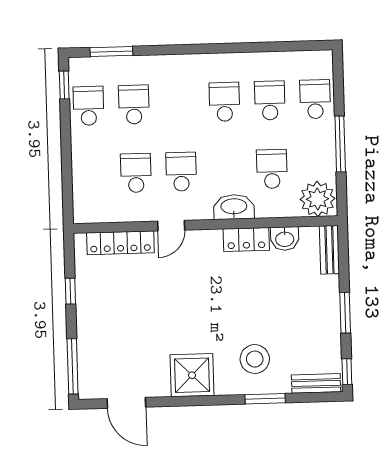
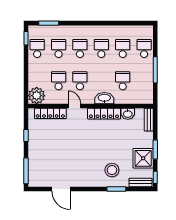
school desk: (179, 103) -> (80, 48), added
plant: (317, 199) -> (37, 96), moved
door: (171, 226) -> (74, 106), swing flipped
locker: (246, 239) -> (104, 114), width x1.53
shower: (192, 375) -> (143, 158), moved
door: (126, 403) -> (61, 189), moved

